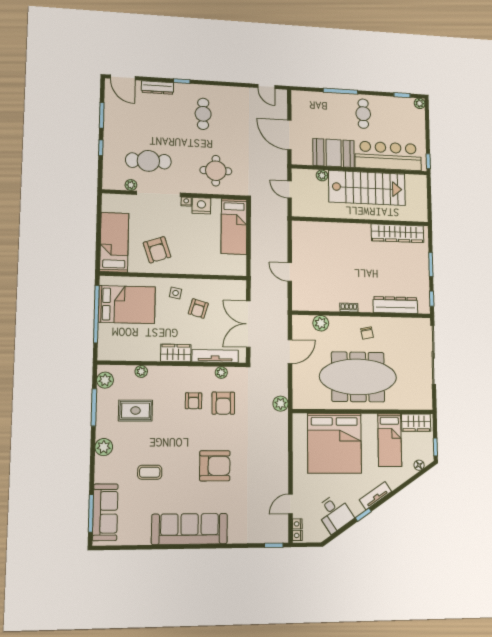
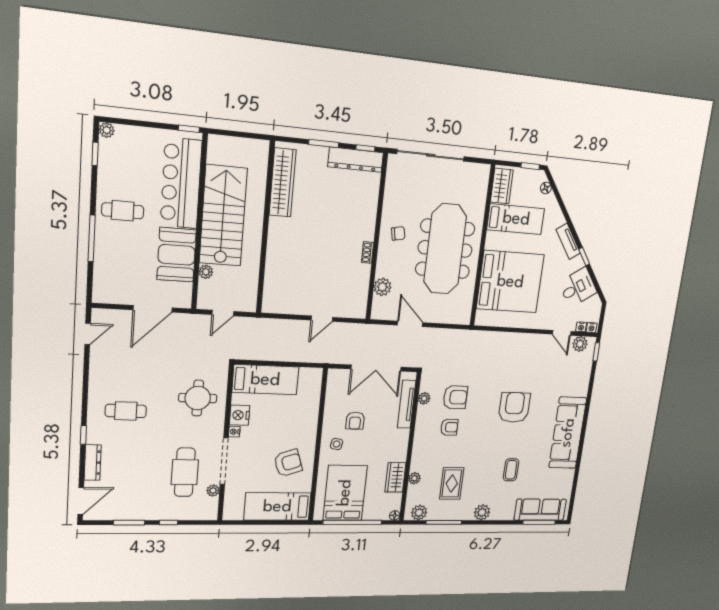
dresser: (395, 305) -> (356, 160), moved, turned -90
armchair: (198, 309) -> (355, 421), turned 74
wardrobe: (176, 353) -> (395, 477), moved
floor lamp: (103, 355) -> (395, 515), added
plant: (281, 404) -> (580, 344), moved

